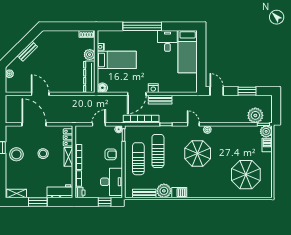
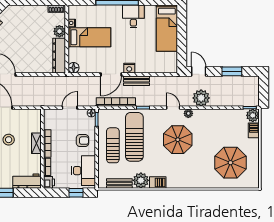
desk: (167, 41) -> (133, 16), moved
plant: (255, 115) -> (201, 98), moved
locker: (68, 137) -> (36, 122), removed
sun lounger: (158, 151) -> (134, 137), width x1.36, depth x1.34

